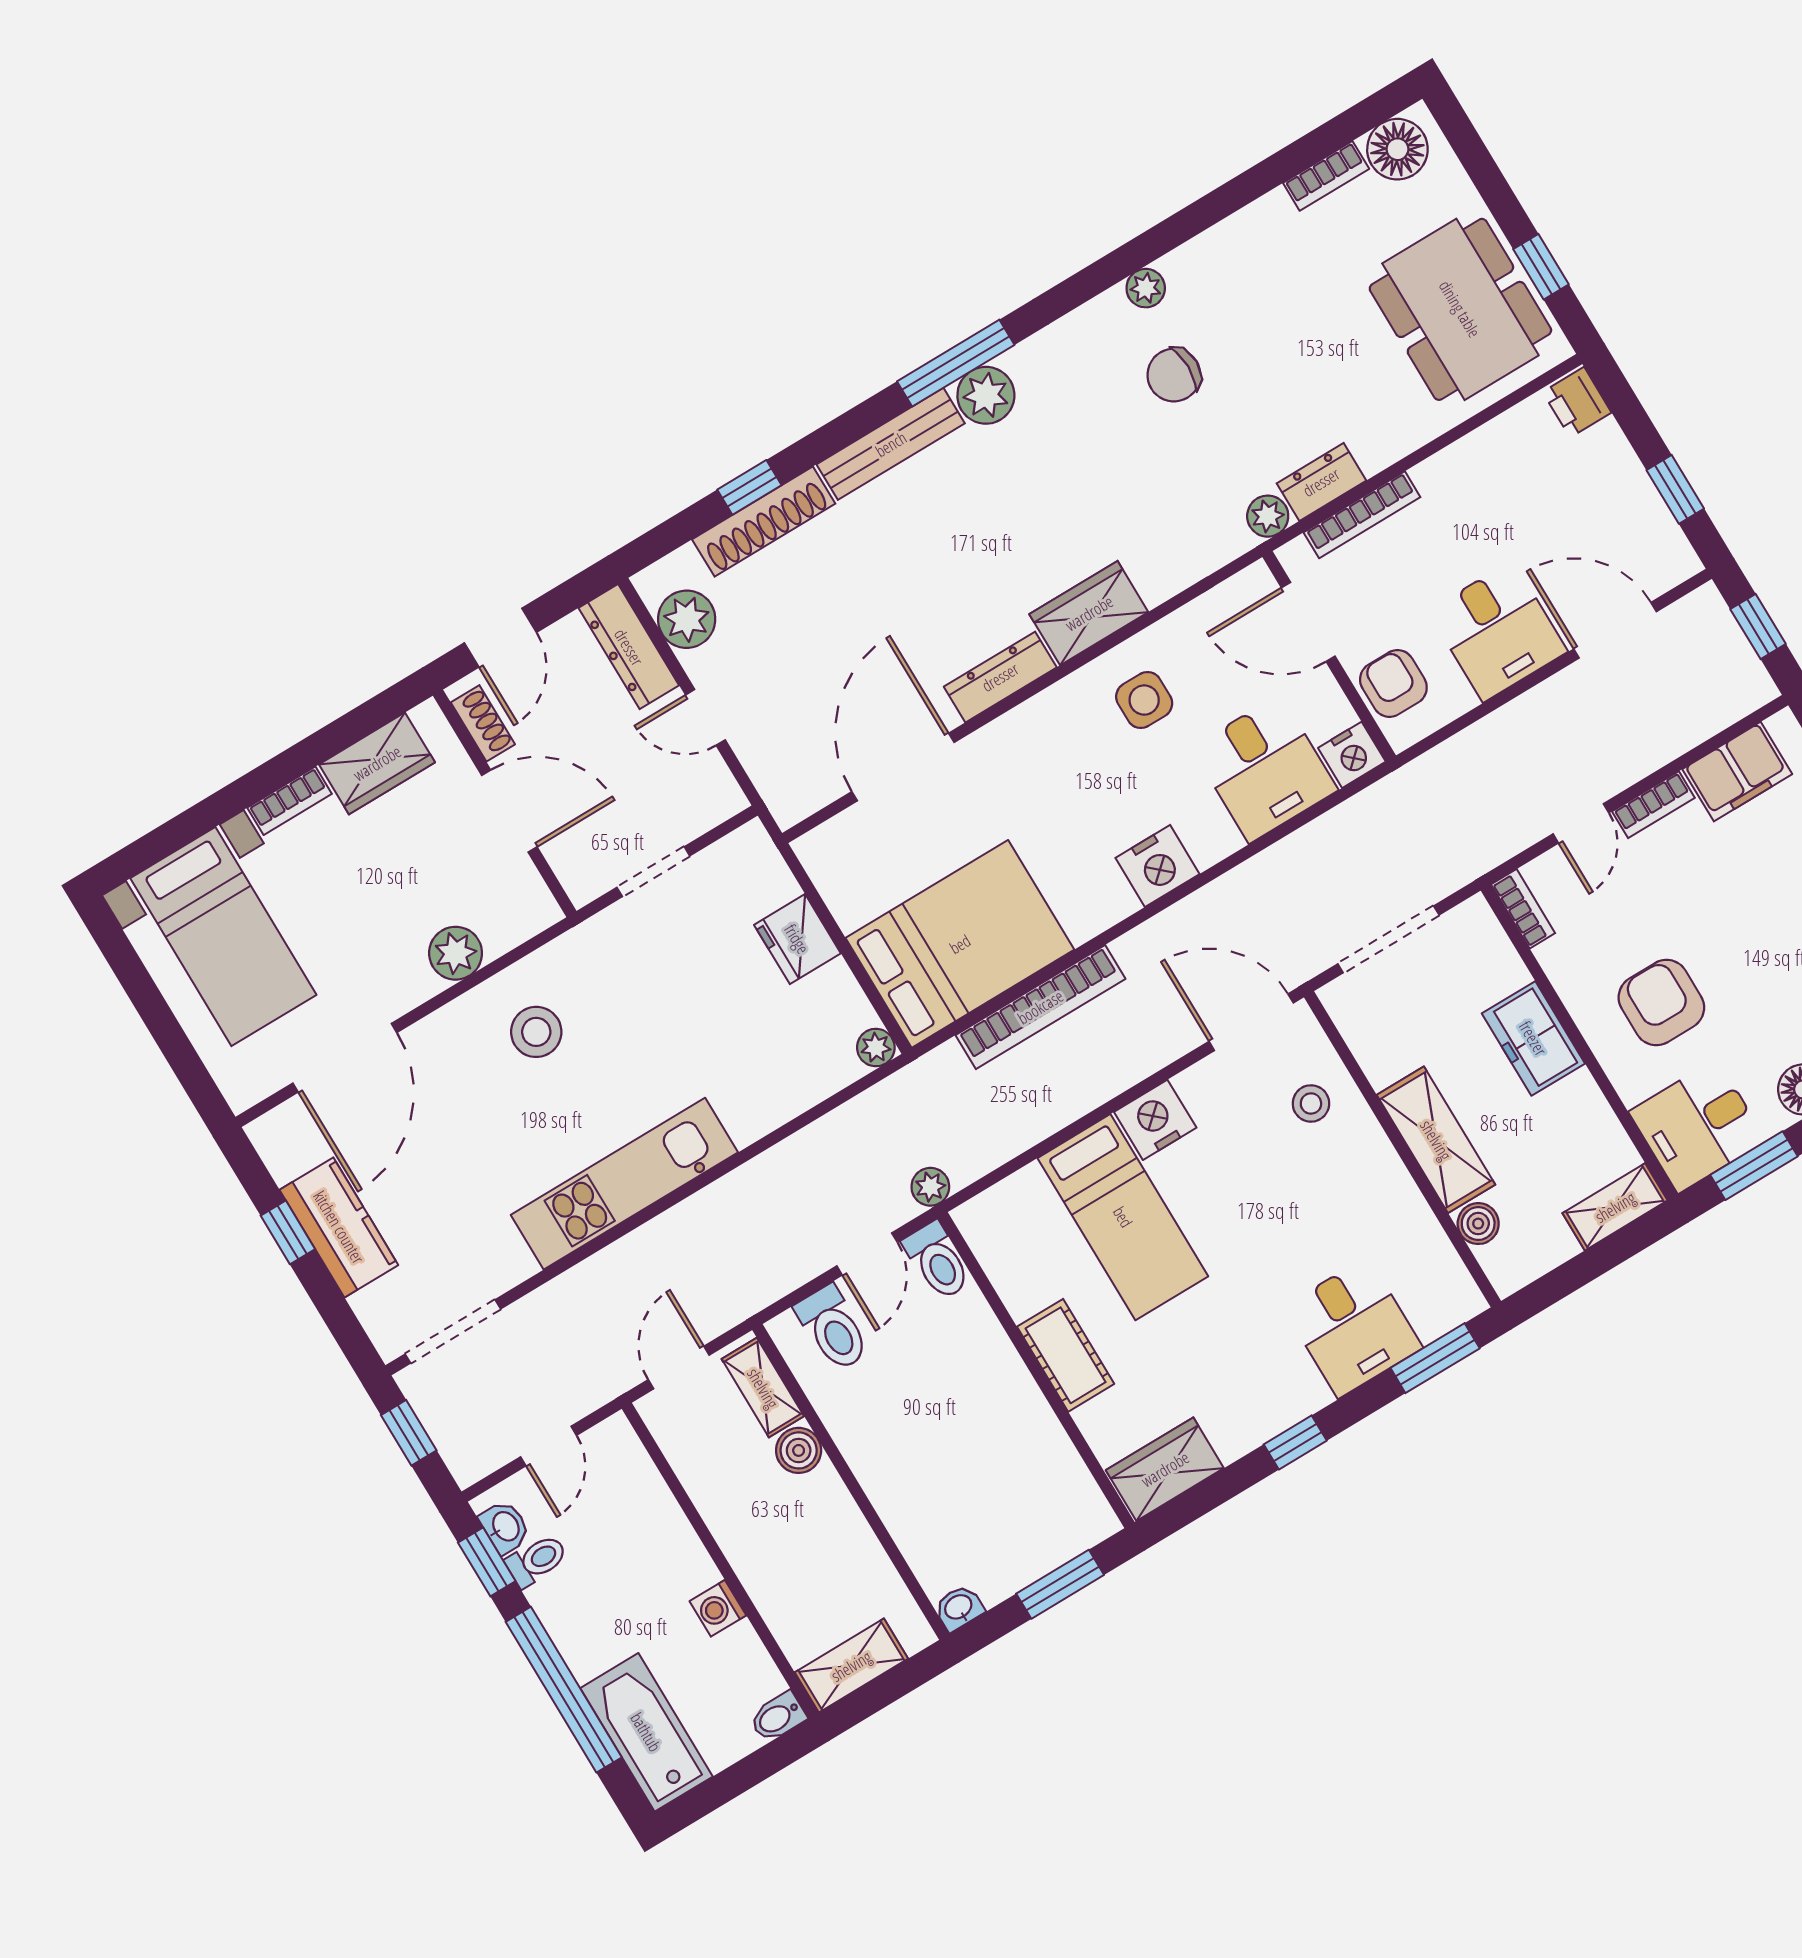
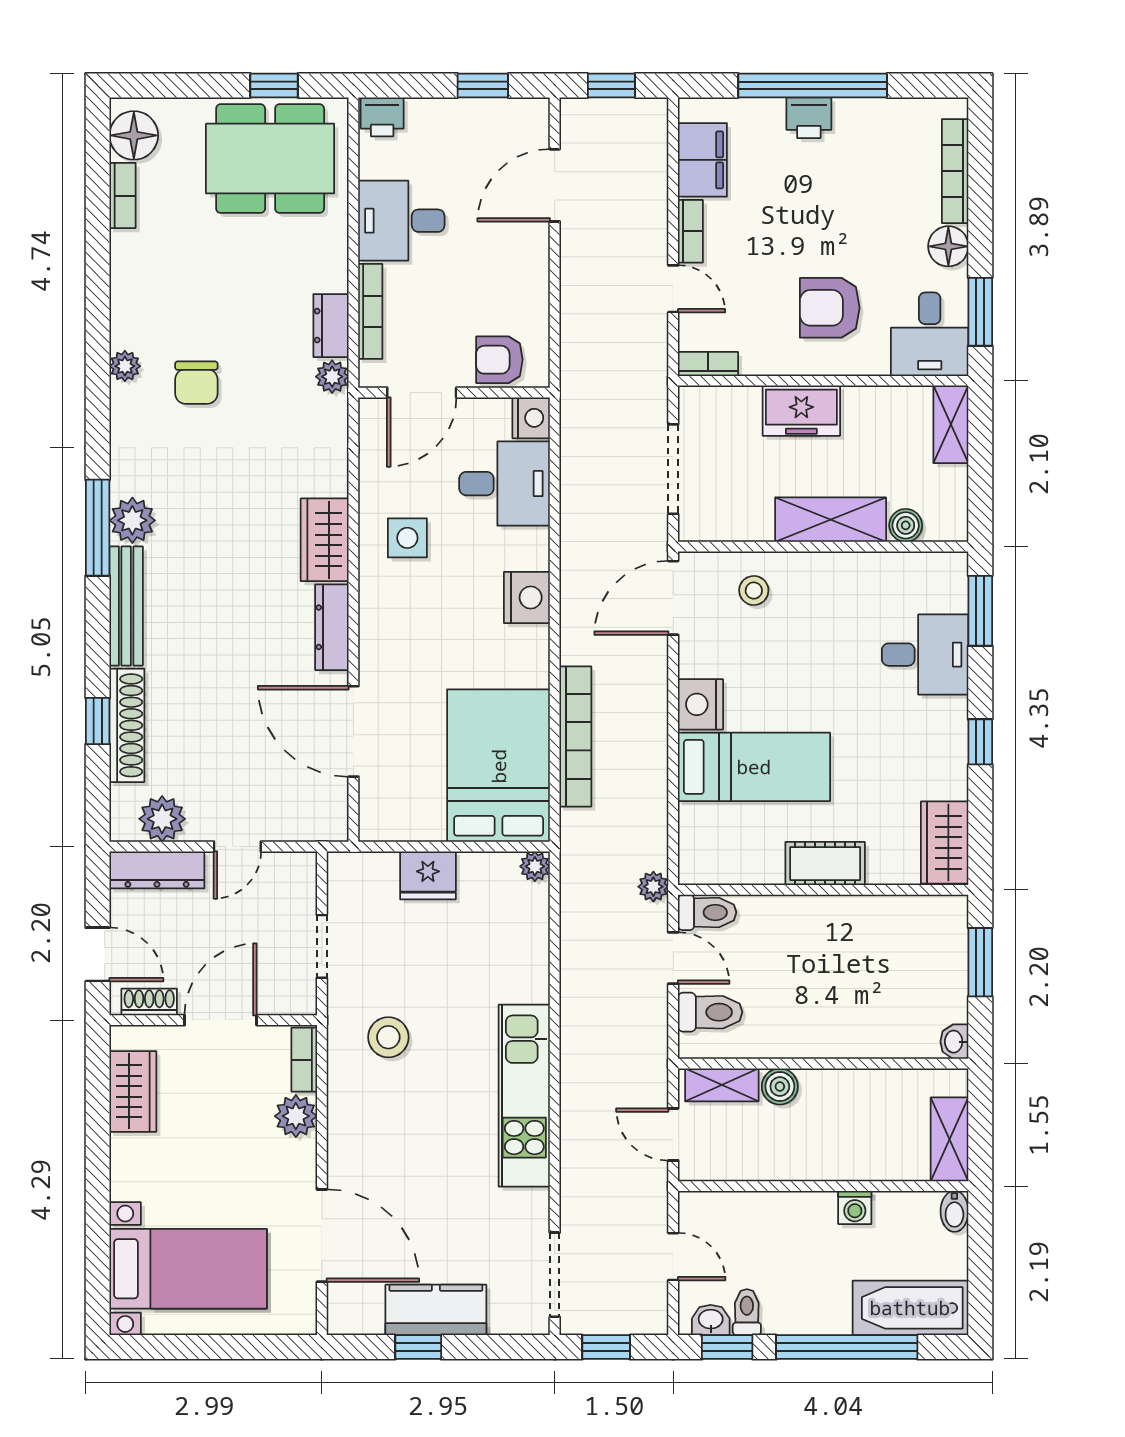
desk: (1498, 631) -> (401, 221), moved, turned 180
bookcase: (289, 801) -> (304, 1060), moved, turned 180
stool: (536, 1032) -> (388, 1037), moved

